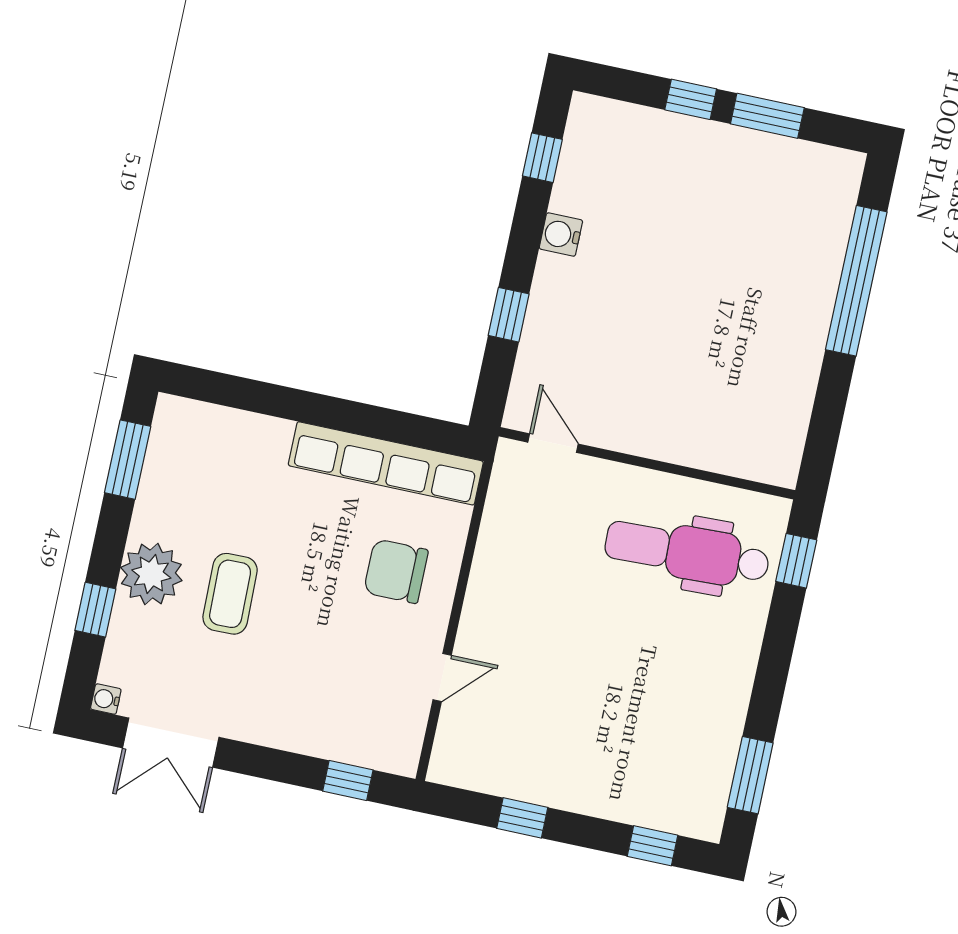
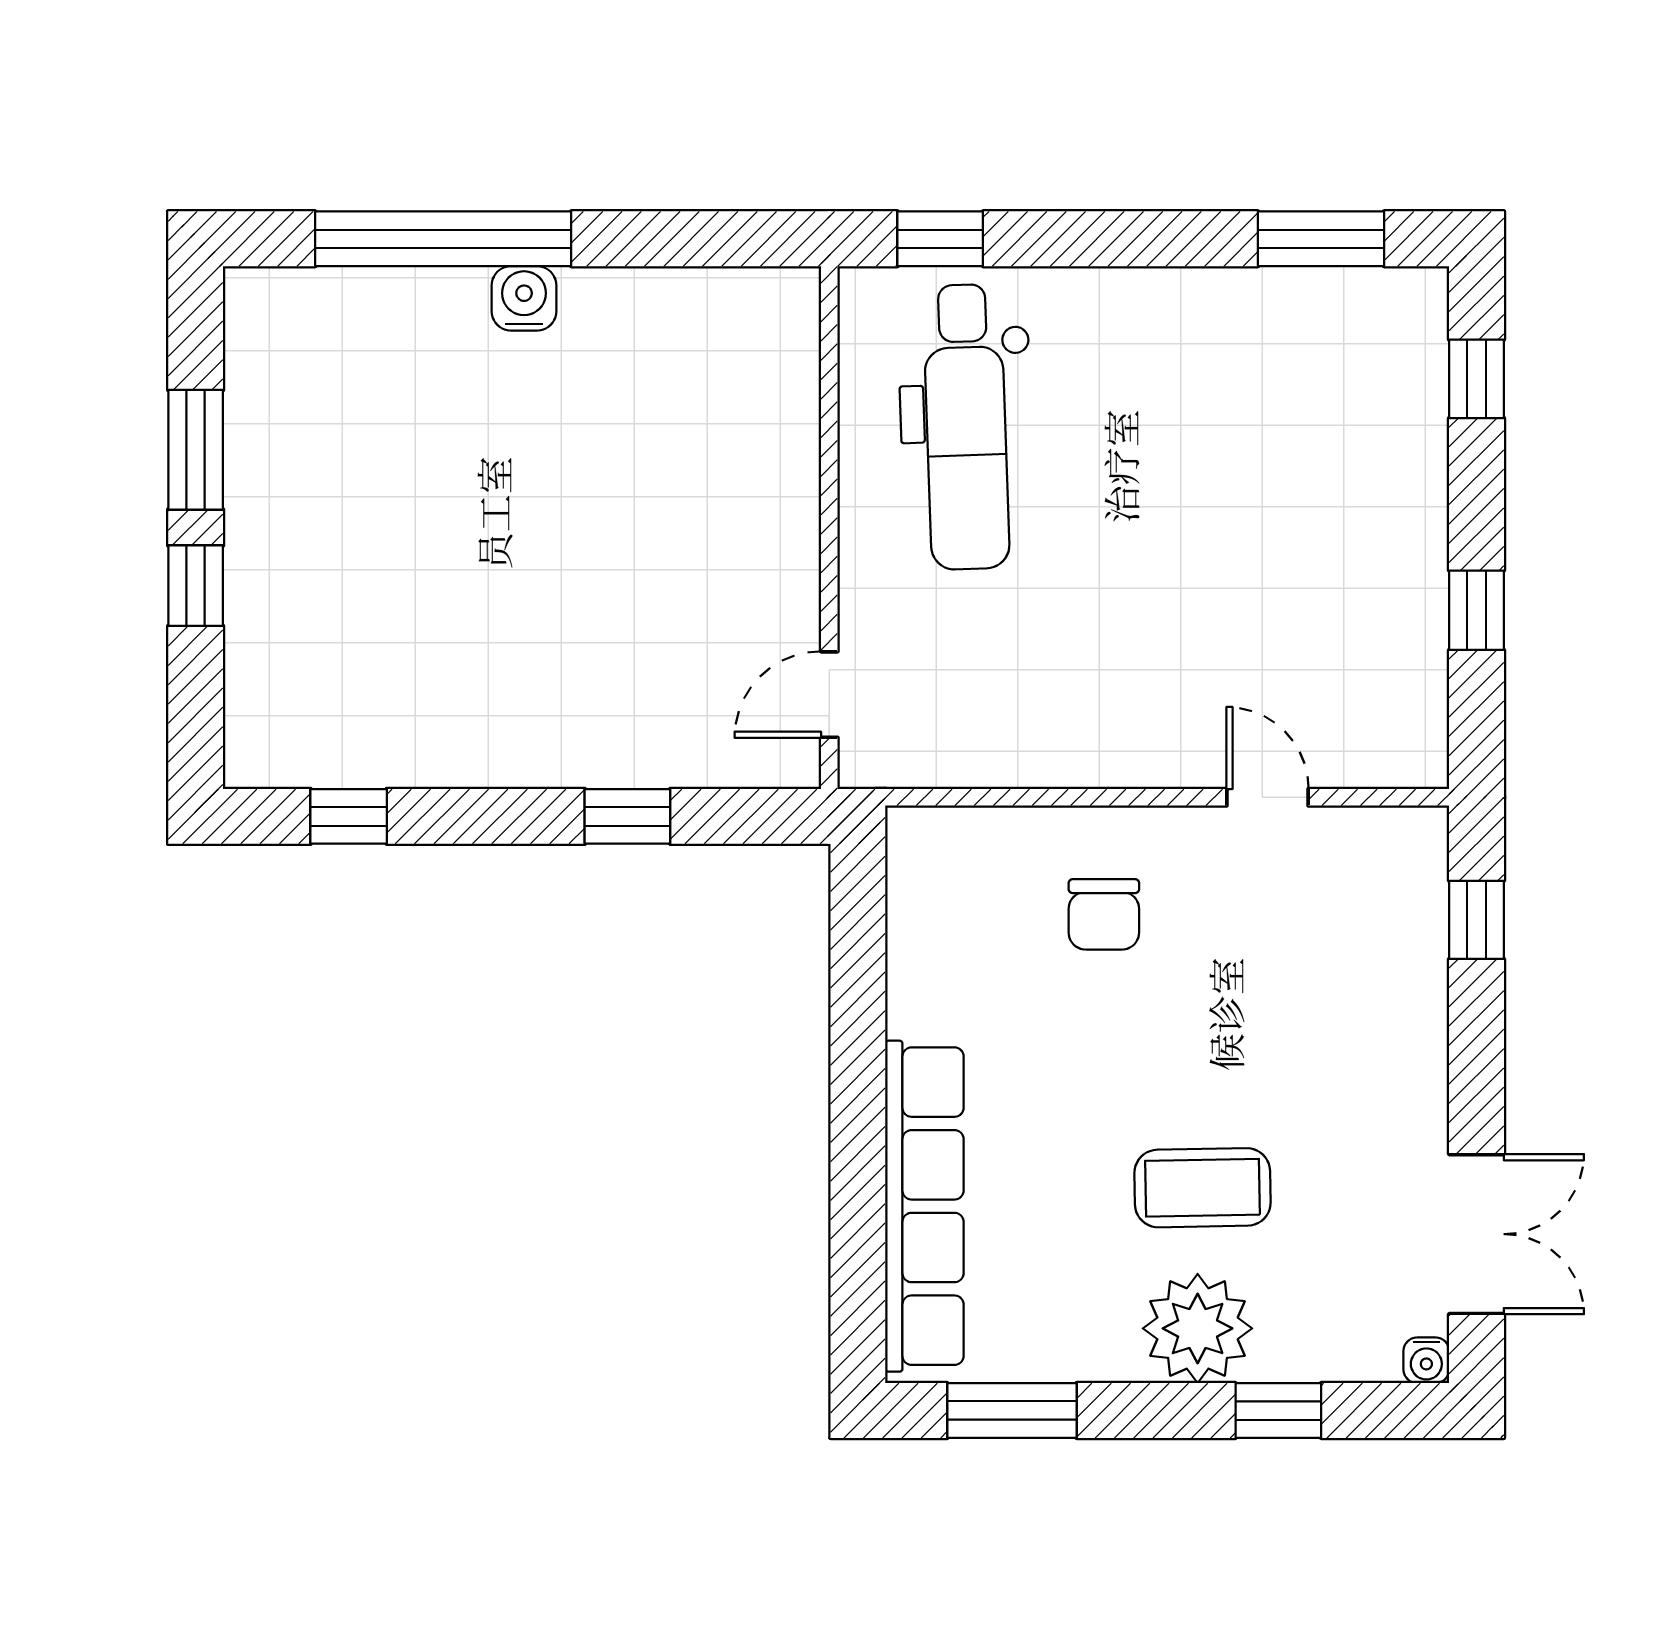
water cooler: (561, 235) -> (524, 298), moved, turned 180
row of seats: (386, 463) -> (924, 1206), moved
chair: (396, 571) -> (1104, 914), width x0.73, depth x0.73

